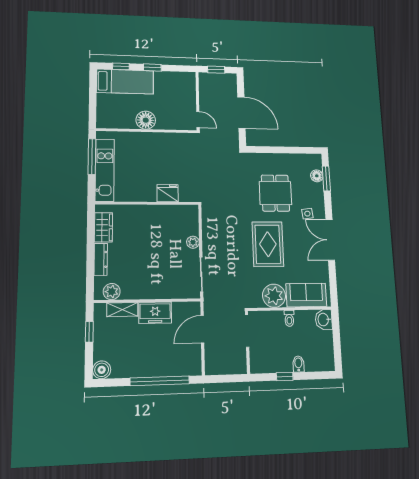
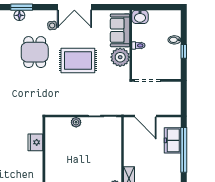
dining table: (275, 193) -> (35, 52), turned 90
freezer: (155, 313) -> (173, 140), moved, turned 180

